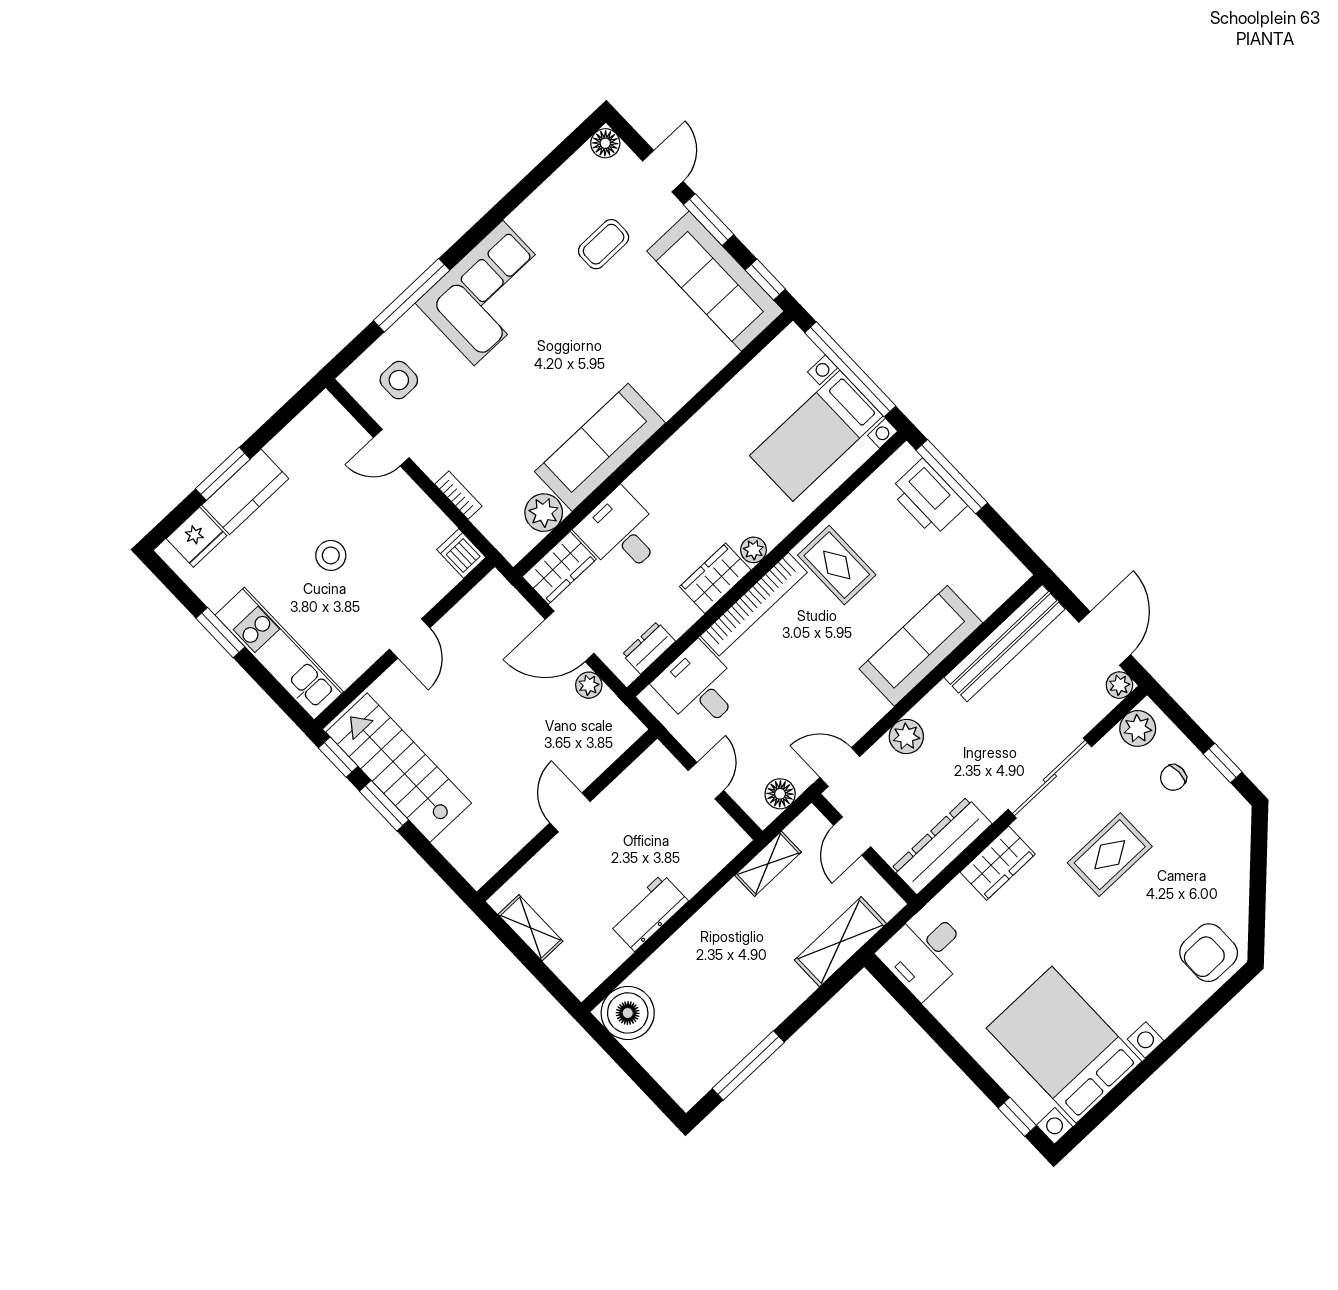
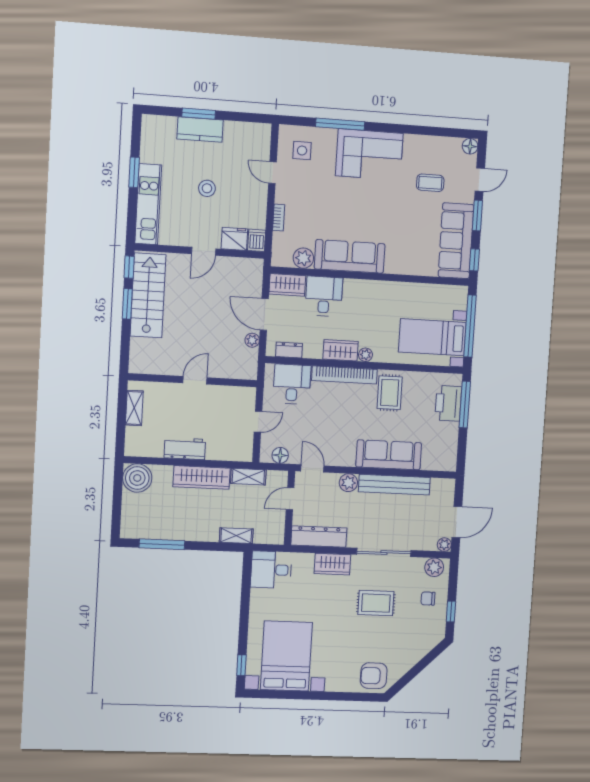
fridge: (197, 537) -> (234, 239), moved, turned 180
bench: (1005, 643) -> (394, 485), moved
wardrobe: (709, 927) -> (202, 477), added
shelving: (840, 942) -> (236, 536), width x0.67, depth x0.75

